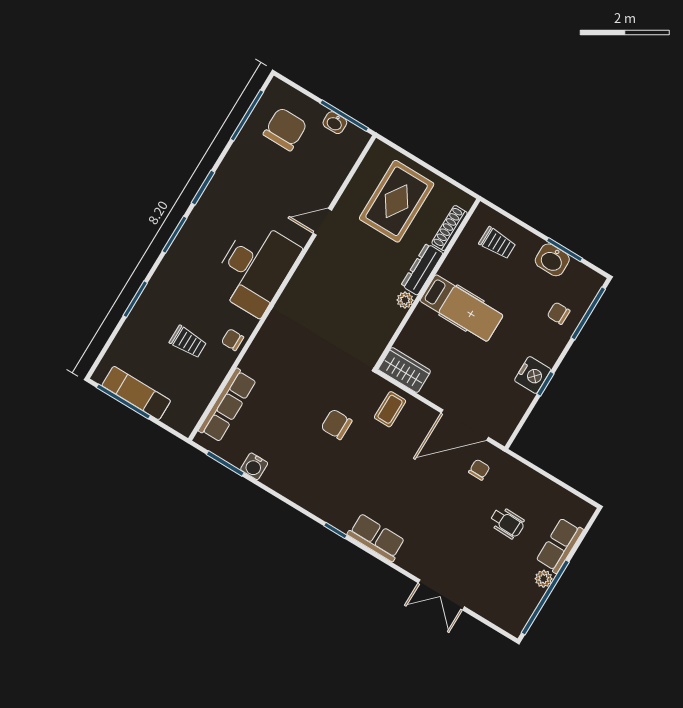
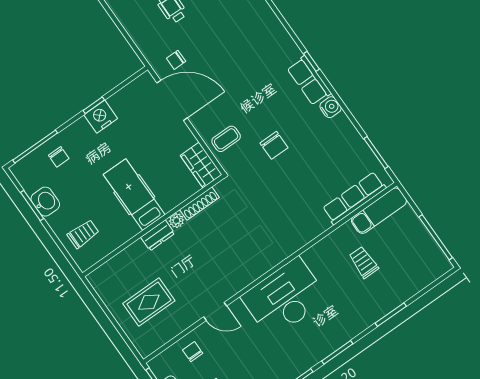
rug: (397, 201) -> (149, 302), width x0.73, depth x0.70
shoe rack: (450, 228) -> (199, 204), moved
trolley: (497, 243) -> (83, 234), turned 90
dresser: (422, 269) -> (158, 235), width x0.70
chair: (233, 340) -> (193, 352), moved, turned 180
exam couch: (136, 393) -> (379, 211), moved, turned -90
water cooler: (254, 466) -> (330, 107), moved
row of seats: (376, 538) -> (309, 81), moved

